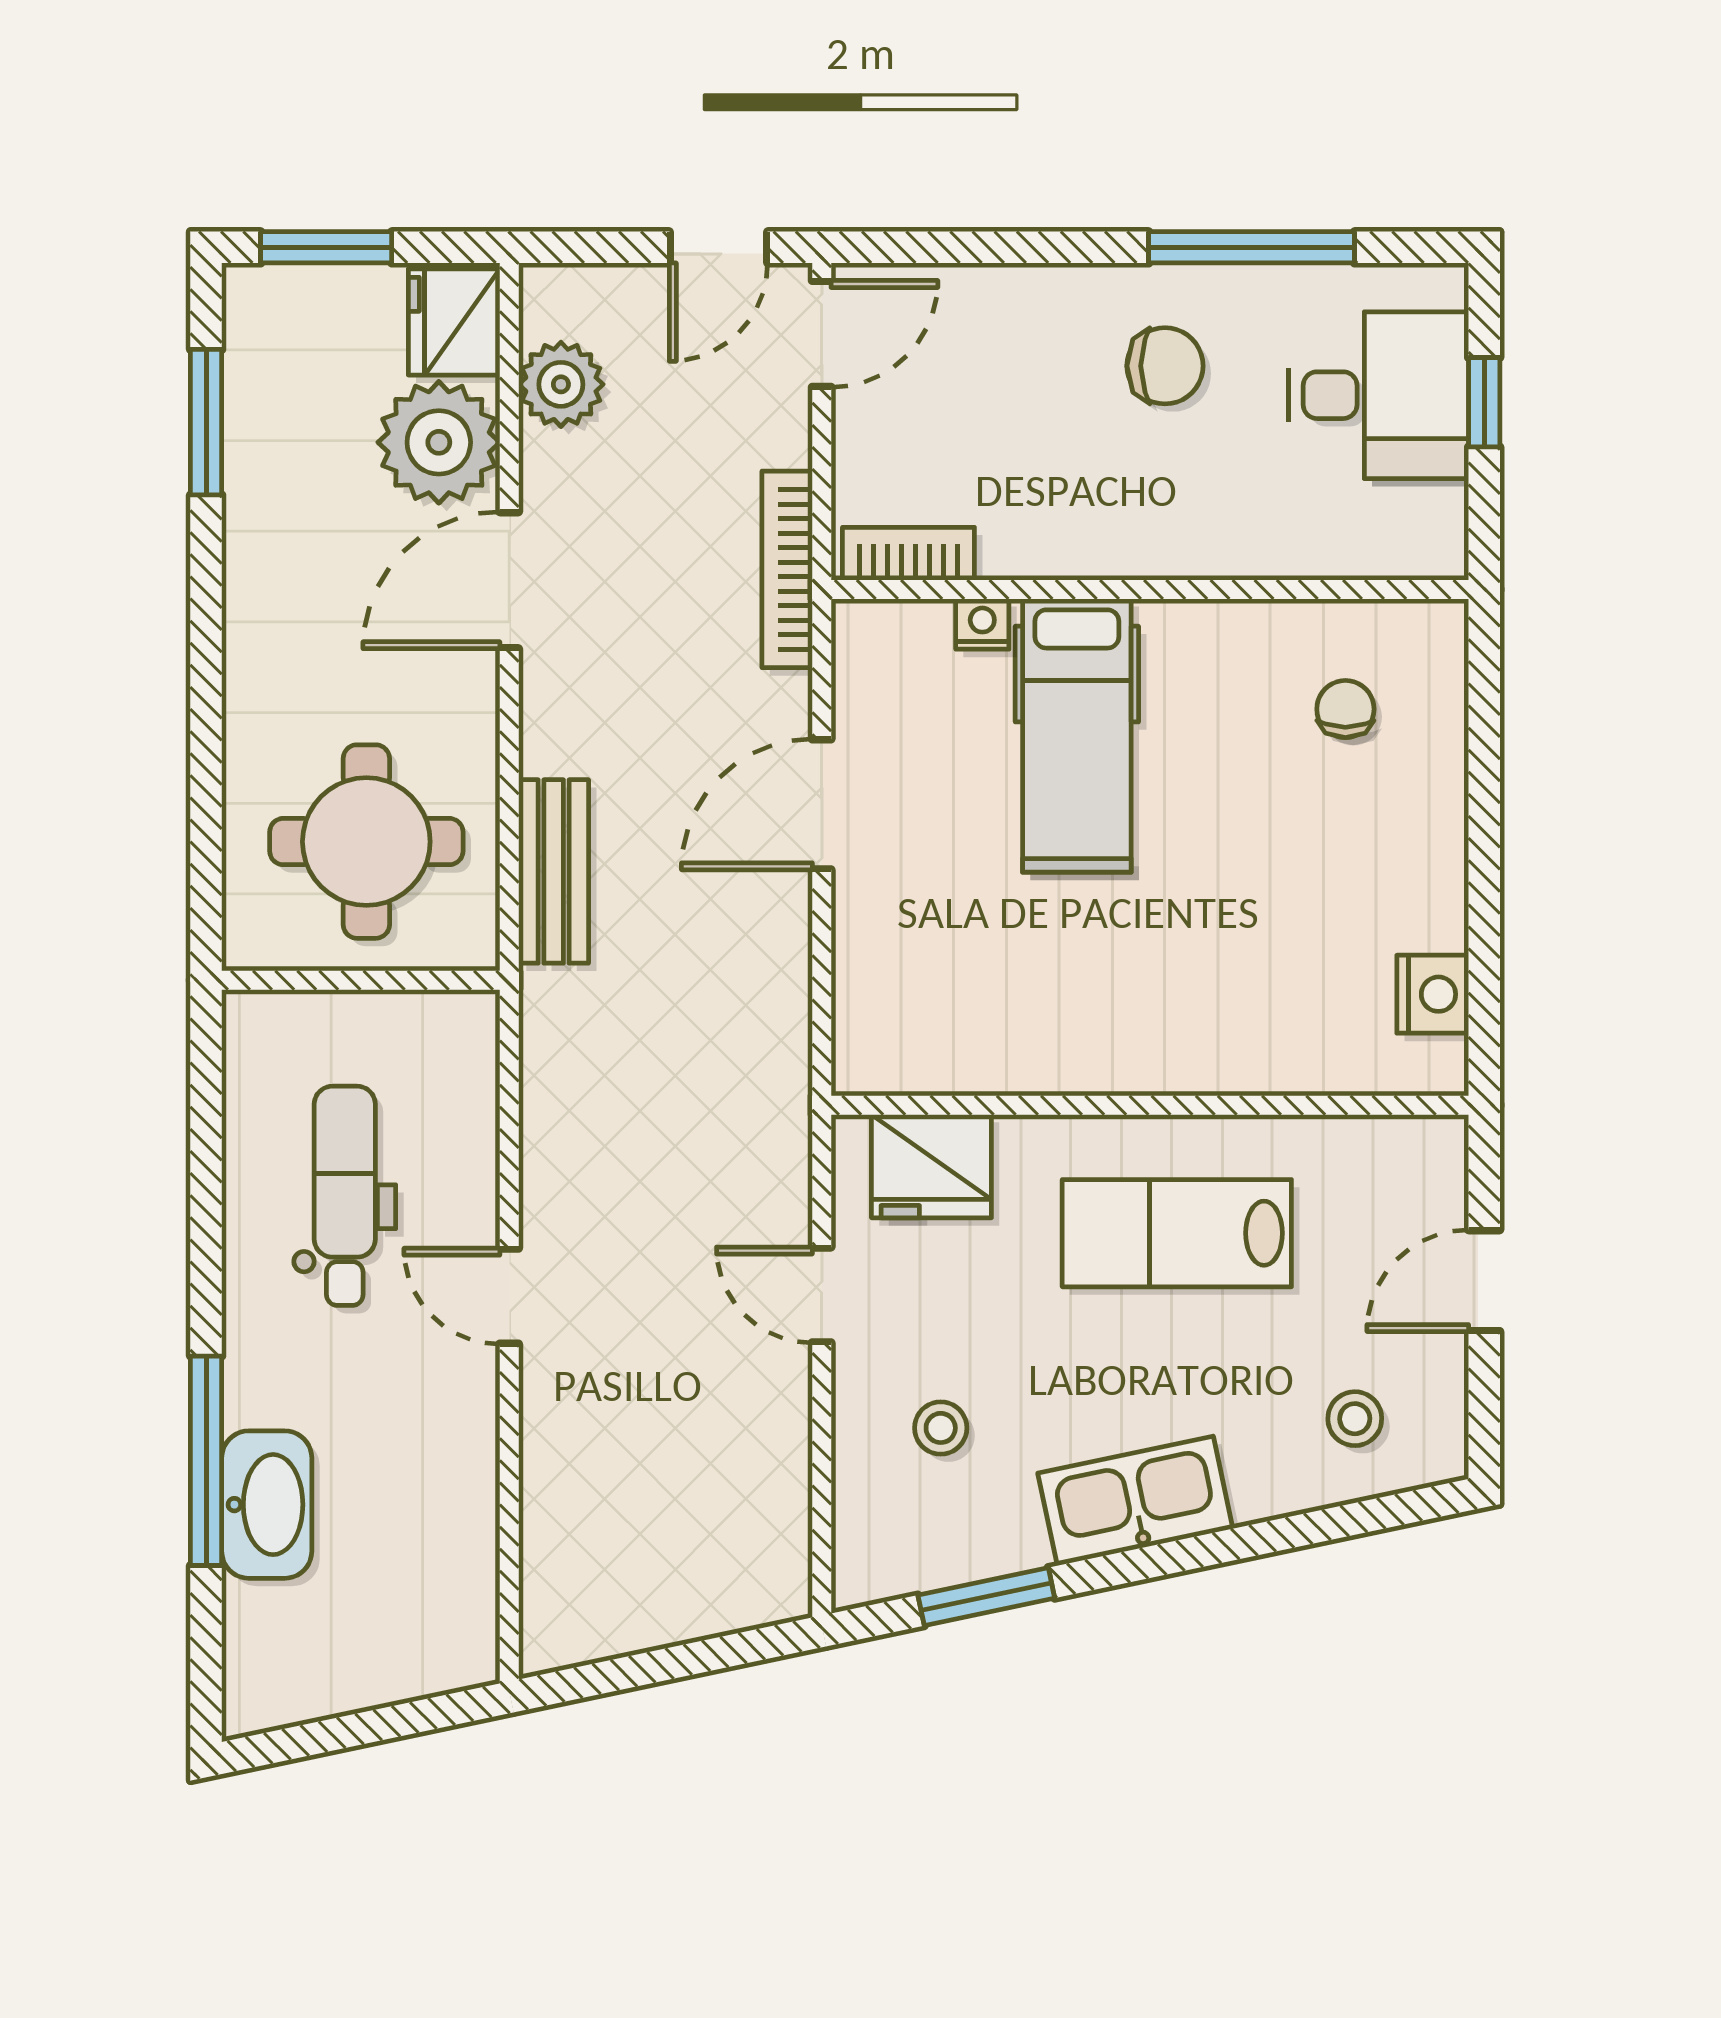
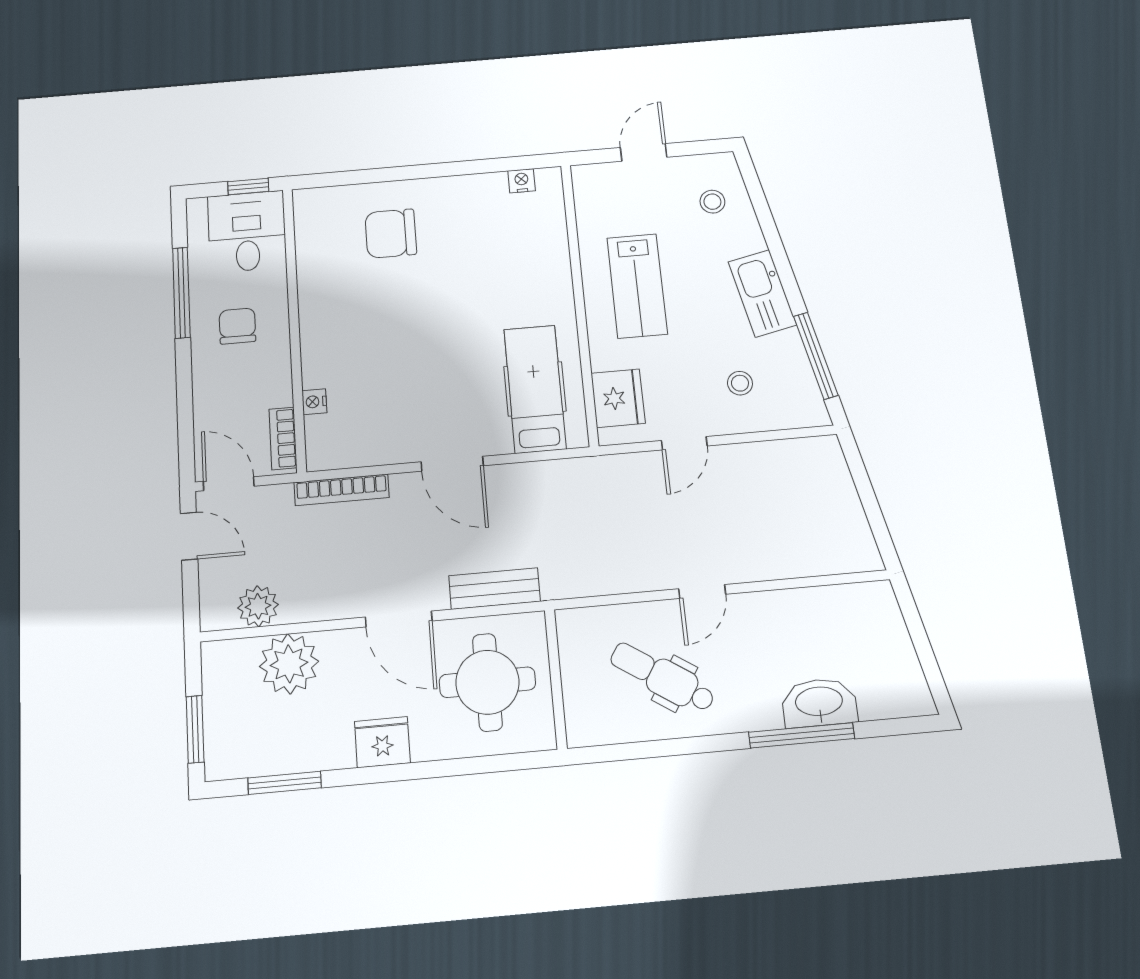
fridge: (454, 322) -> (382, 742), moved, turned 180
bookcase: (908, 554) -> (283, 438), moved
door: (509, 580) -> (399, 619), moved
wall: (1150, 590) -> (294, 328), moved
nightstand: (982, 624) -> (314, 402), moved
chair: (1345, 709) -> (391, 234), width x1.87, depth x1.87
hospital bed: (1077, 736) -> (535, 389), moved, turned -90
nightstand: (1433, 994) -> (522, 181), width x0.72, depth x0.74
dental chair: (345, 1196) -> (662, 677), turned 33
door: (1484, 1281) -> (644, 152), swing flipped
window: (986, 1597) -> (816, 356), width x1.44

